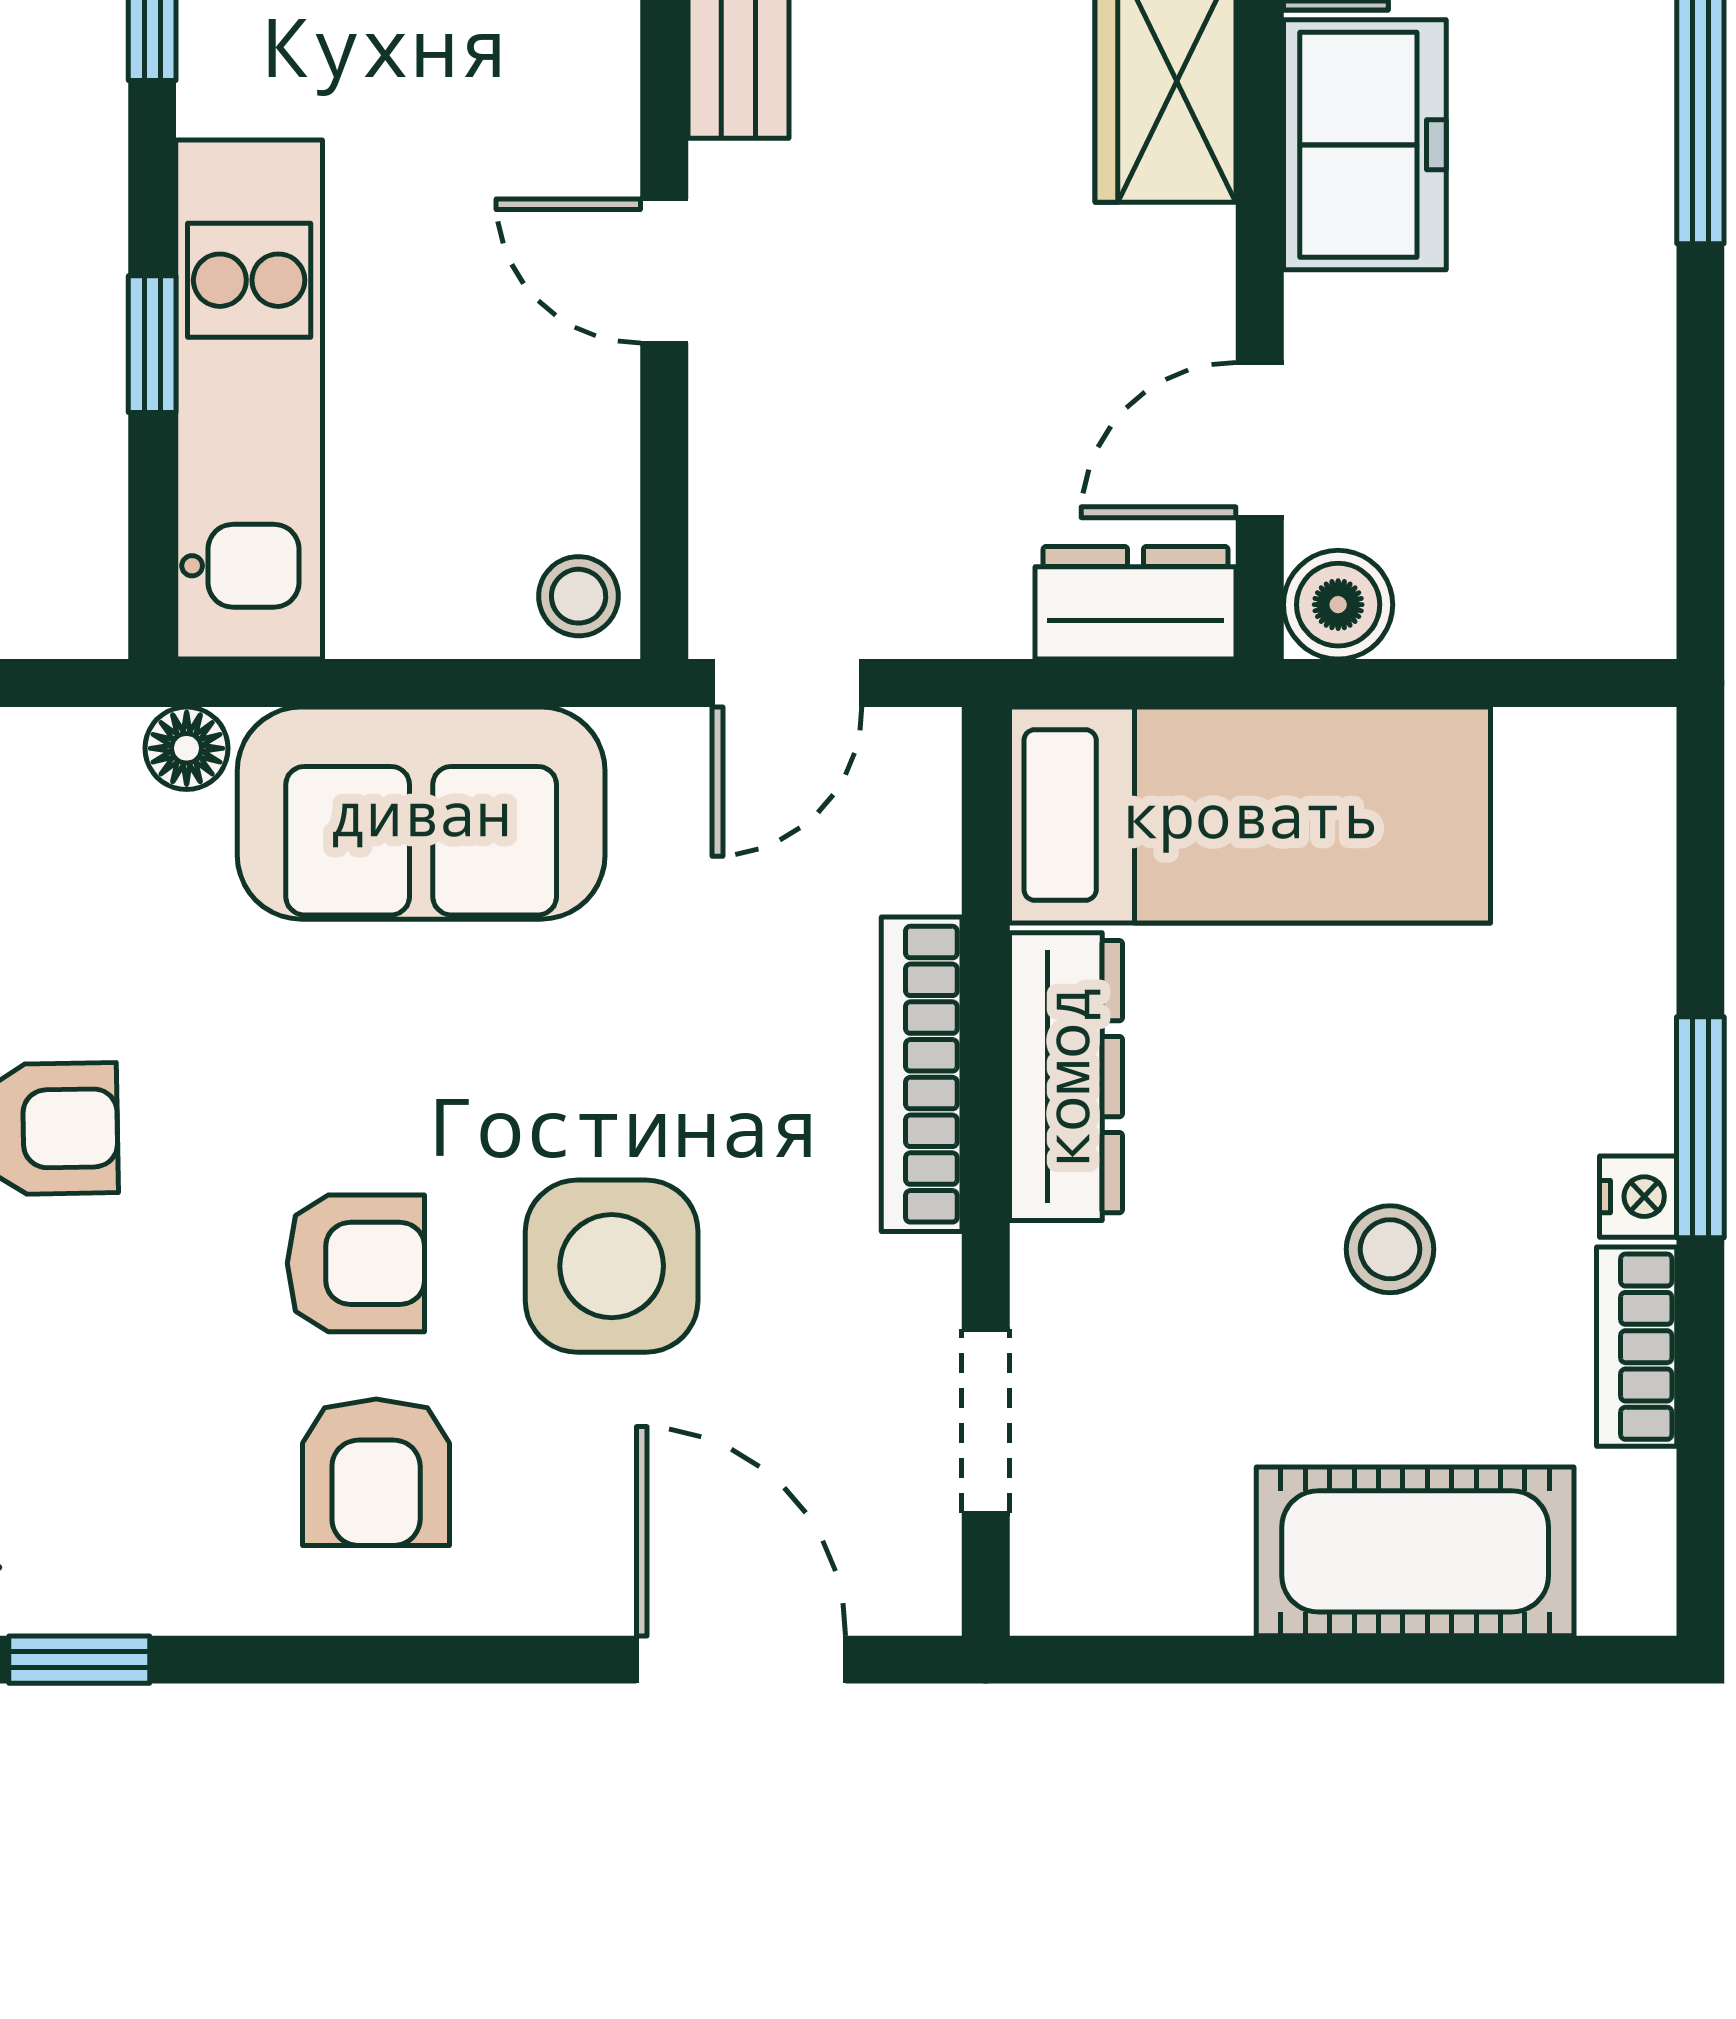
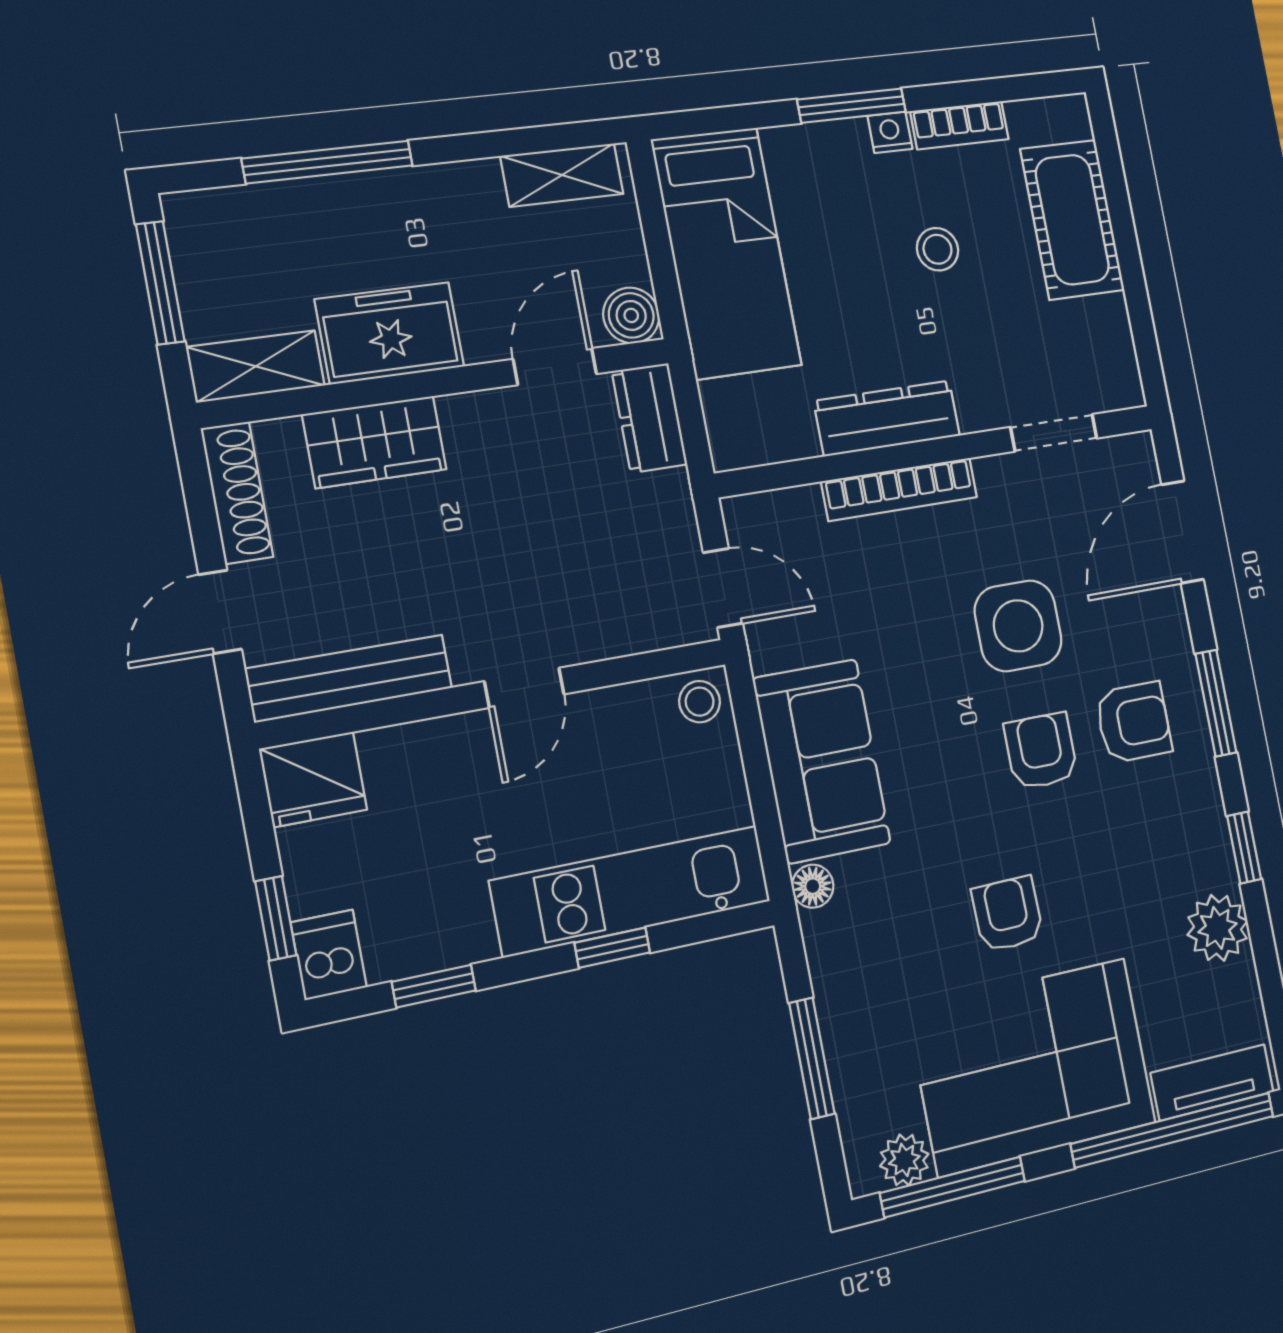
door: (1260, 440) -> (555, 367), swing flipped
shelving: (1626, 522) -> (562, 175), added
bed: (1250, 815) -> (726, 253), moved, turned 180
window: (382, 1660) -> (1216, 703), added

